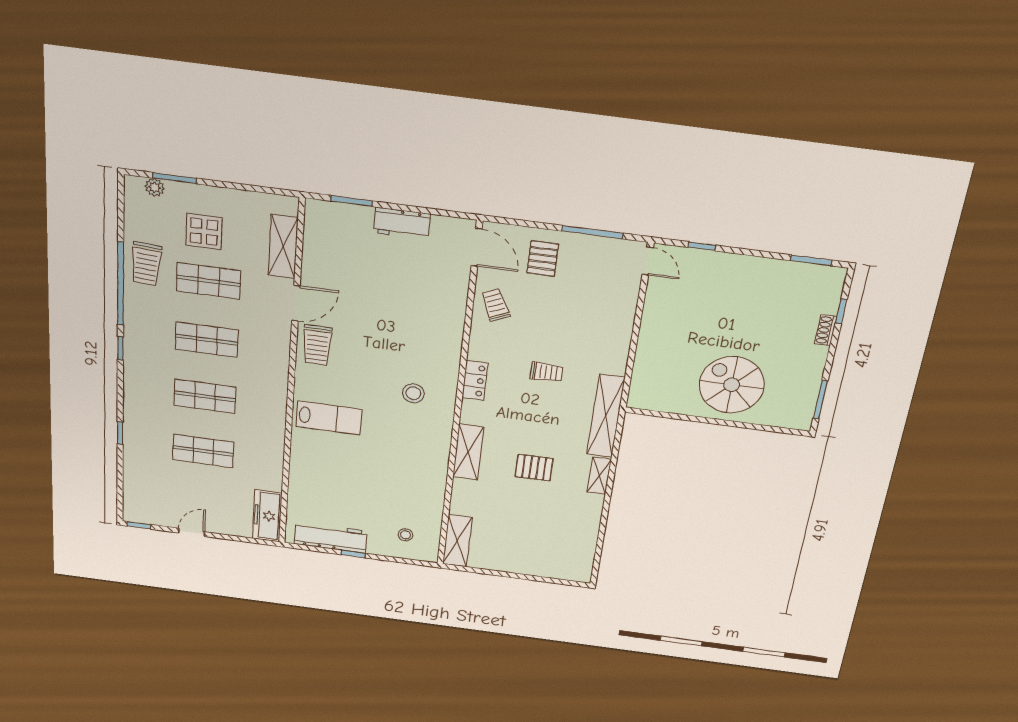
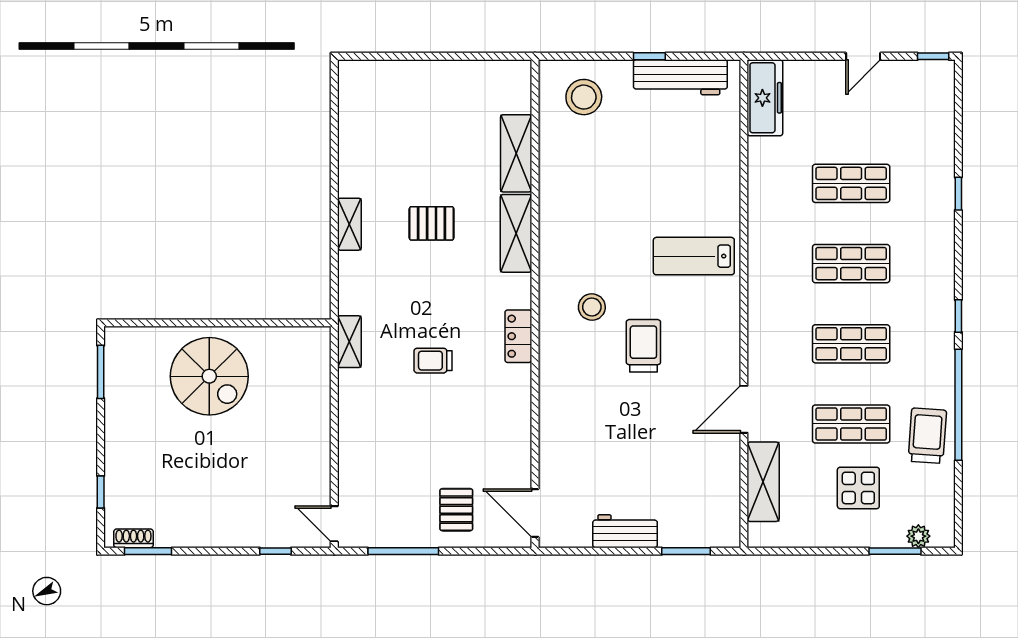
trolley: (495, 305) -> (505, 442), removed
shoe rack: (826, 330) -> (133, 538), moved, turned -90
trolley: (317, 345) -> (643, 346), moved
shelving: (606, 416) -> (349, 342), width x0.45, depth x0.75
stool: (405, 535) -> (584, 97), width x1.89, depth x1.89
shelving: (457, 541) -> (516, 153), moved

